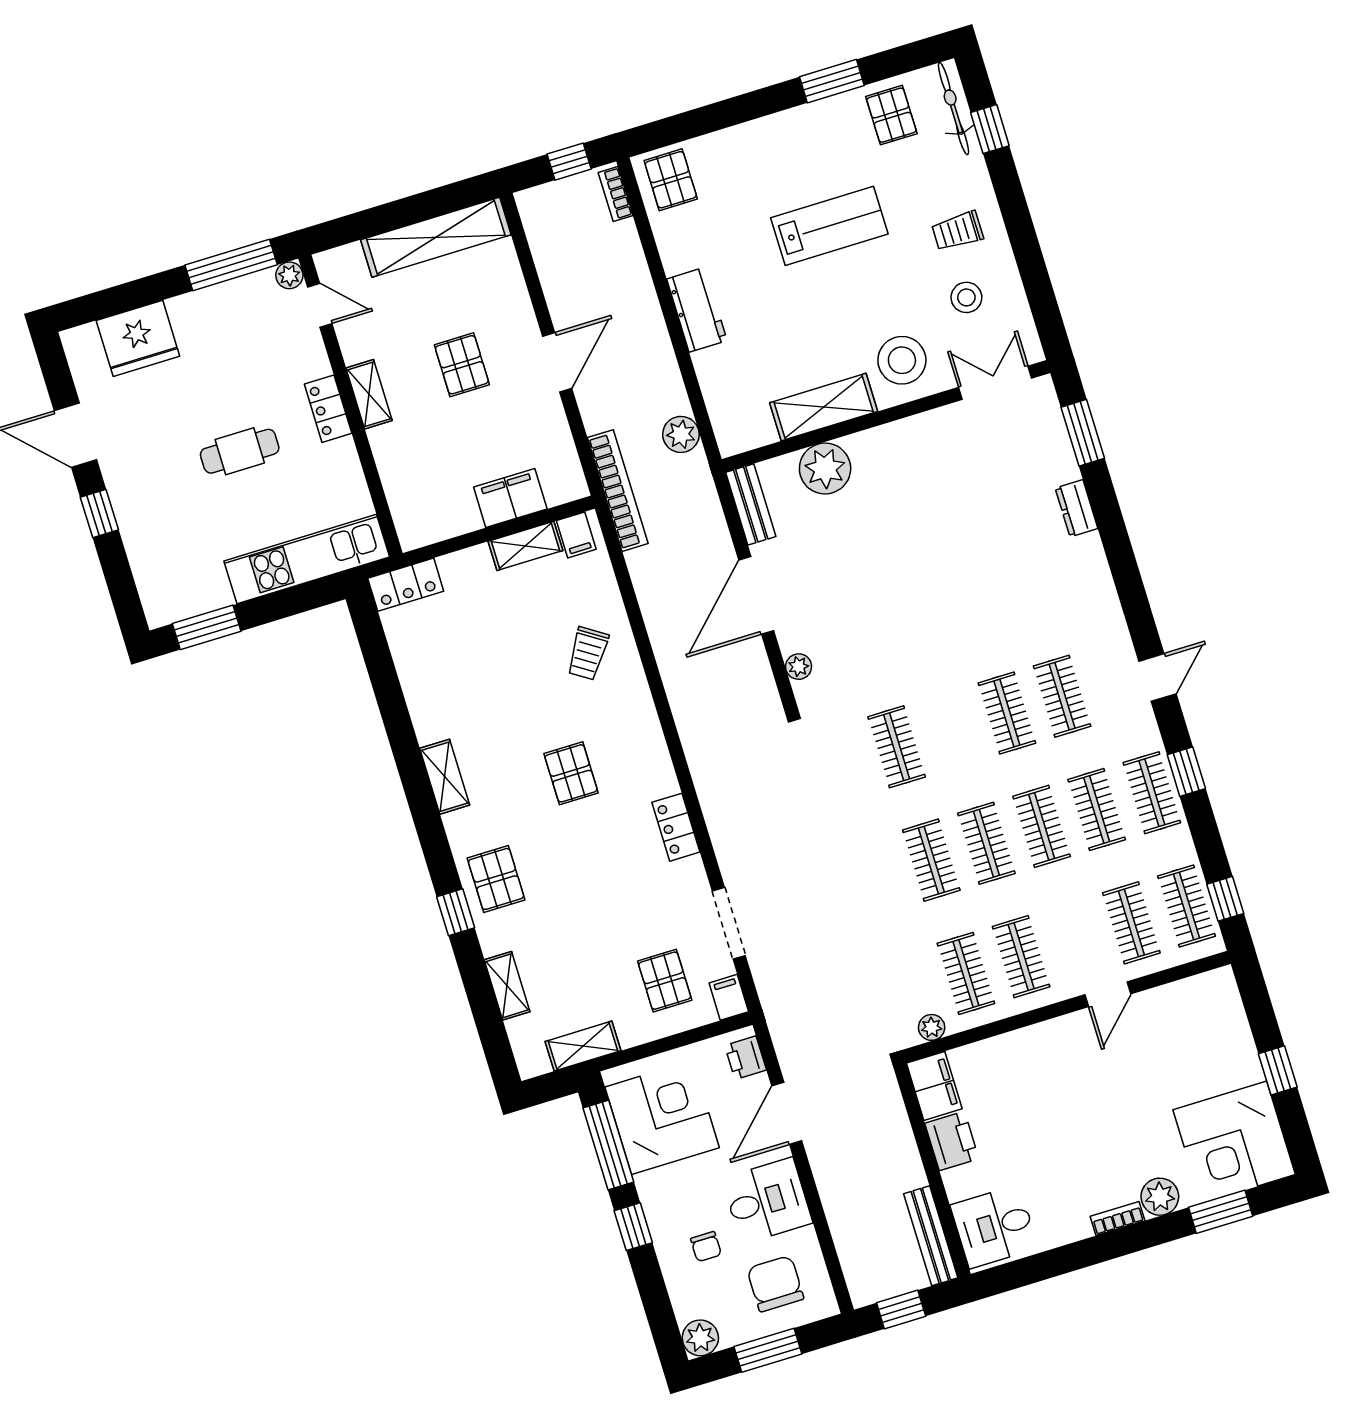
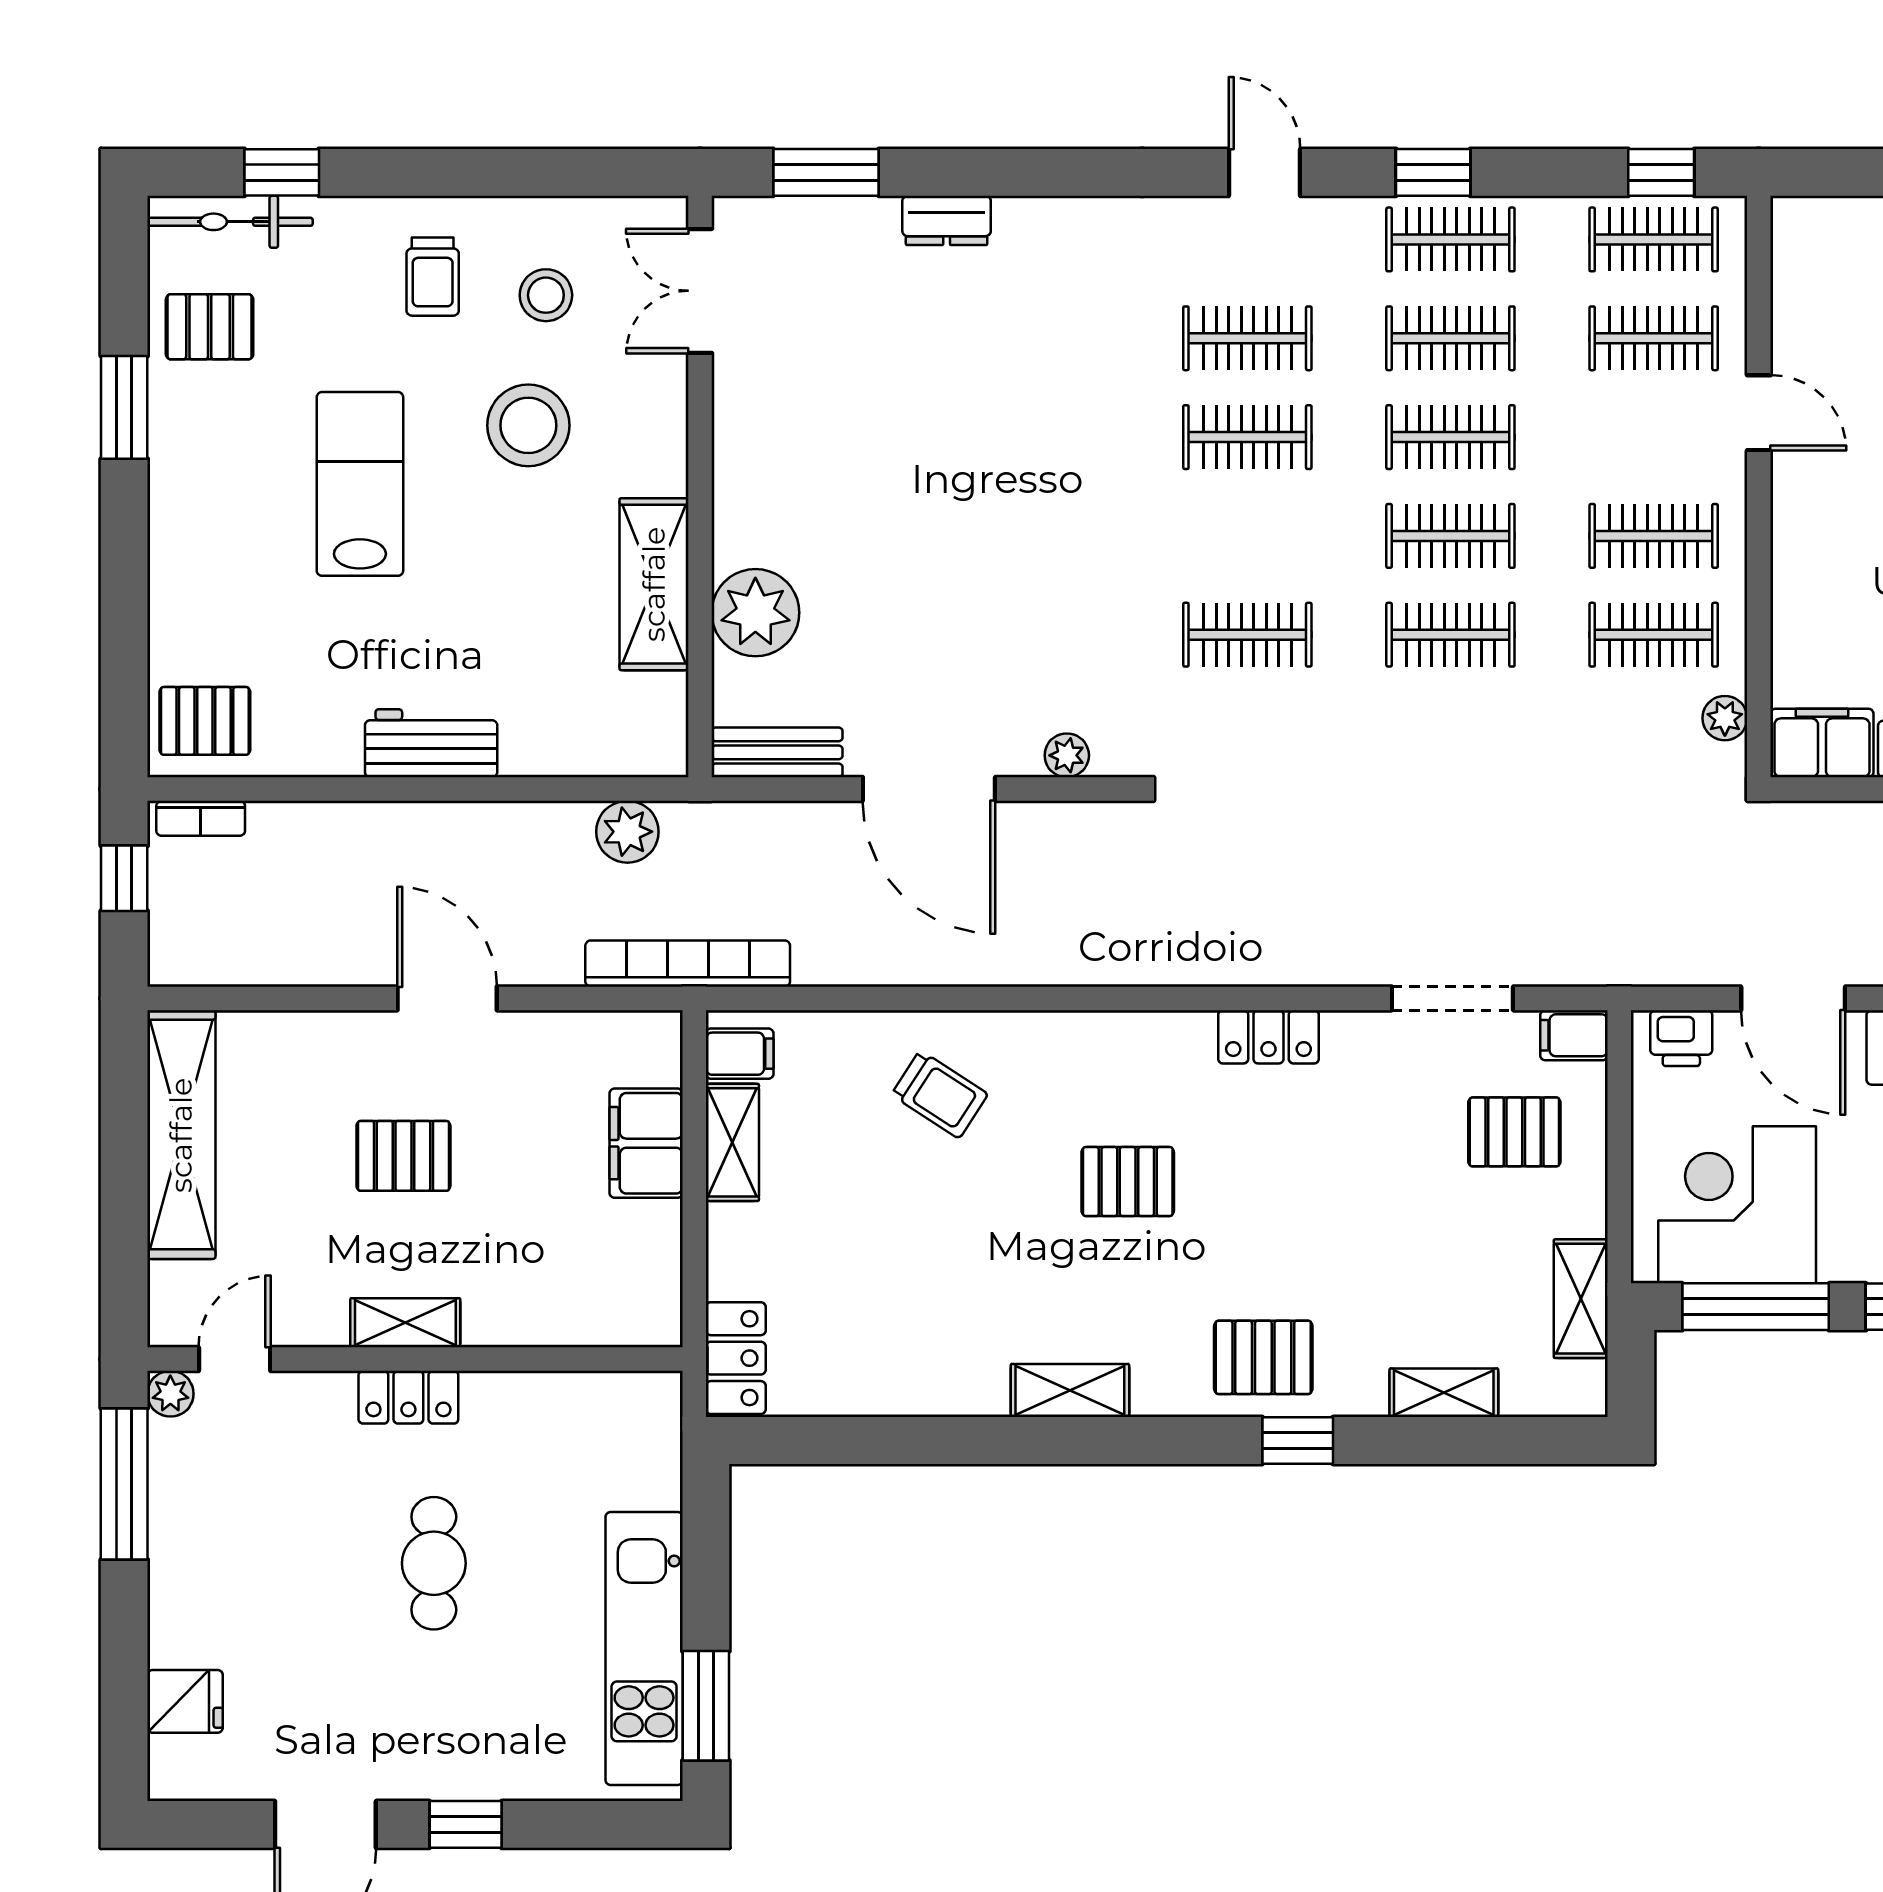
fridge: (138, 338) -> (185, 1701), width x0.53, depth x0.75
stool: (902, 360) -> (528, 425), moved
kitchen unit: (307, 559) -> (644, 1649), moved

